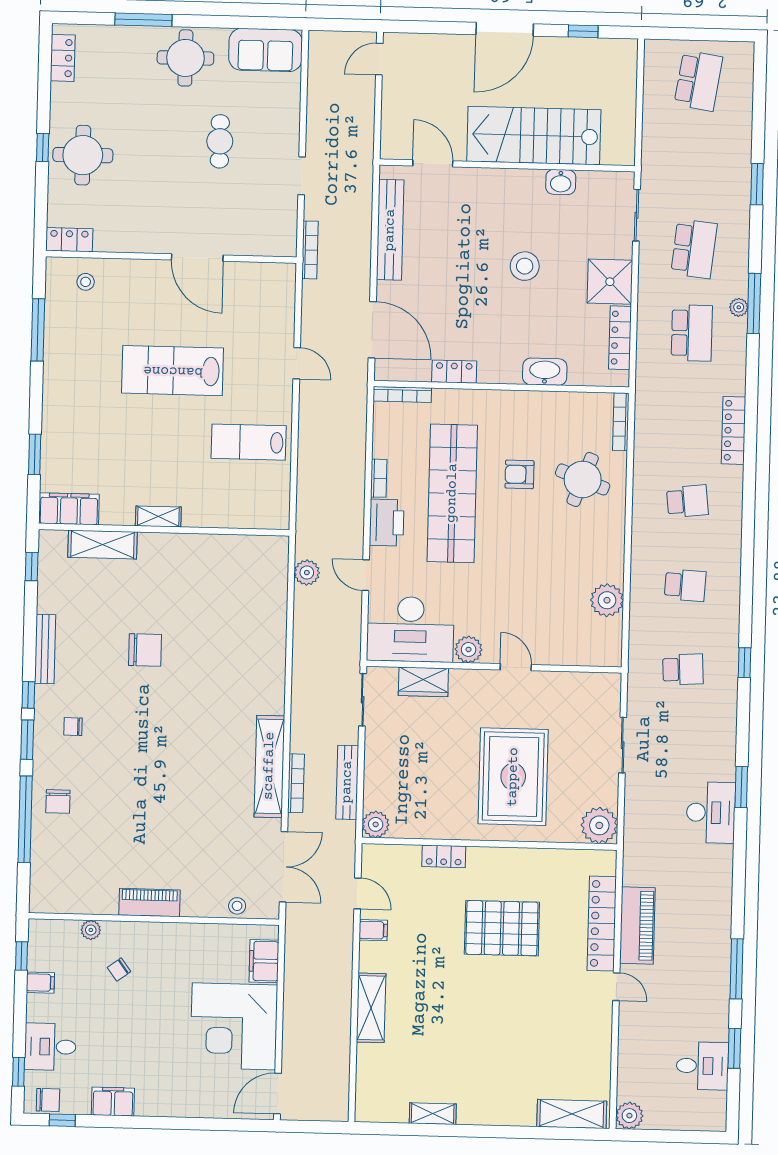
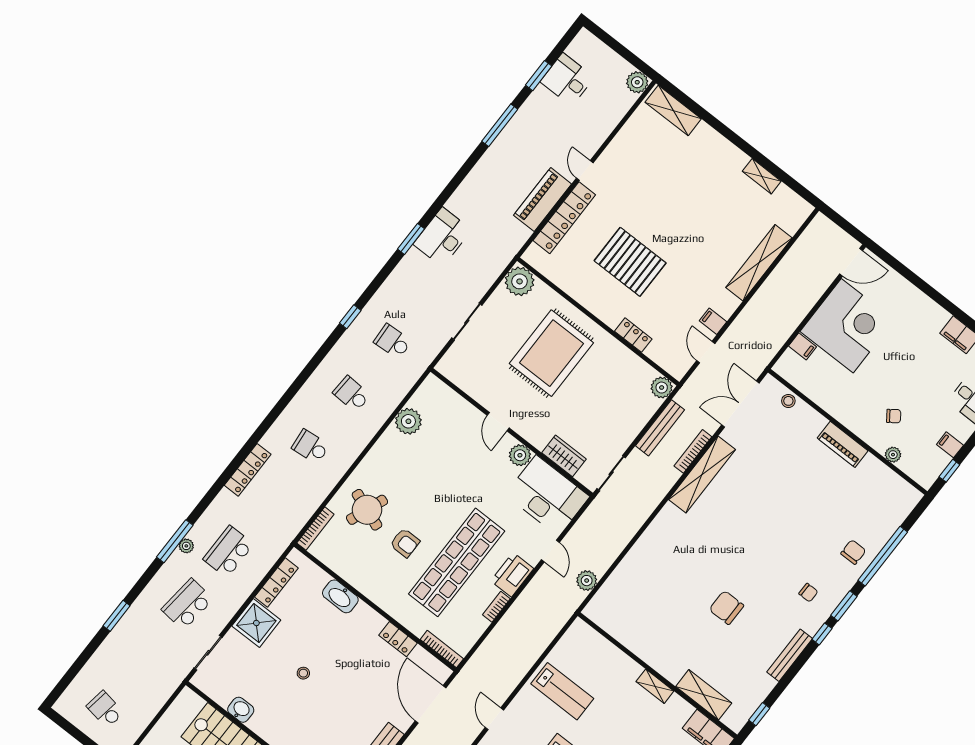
school desk: (698, 81) -> (105, 709), width x0.54
stool: (525, 266) -> (303, 673), width x0.53, depth x0.53
filing cabinet: (264, 961) -> (803, 346), width x0.50
shelving: (371, 1008) -> (759, 263), width x1.47

